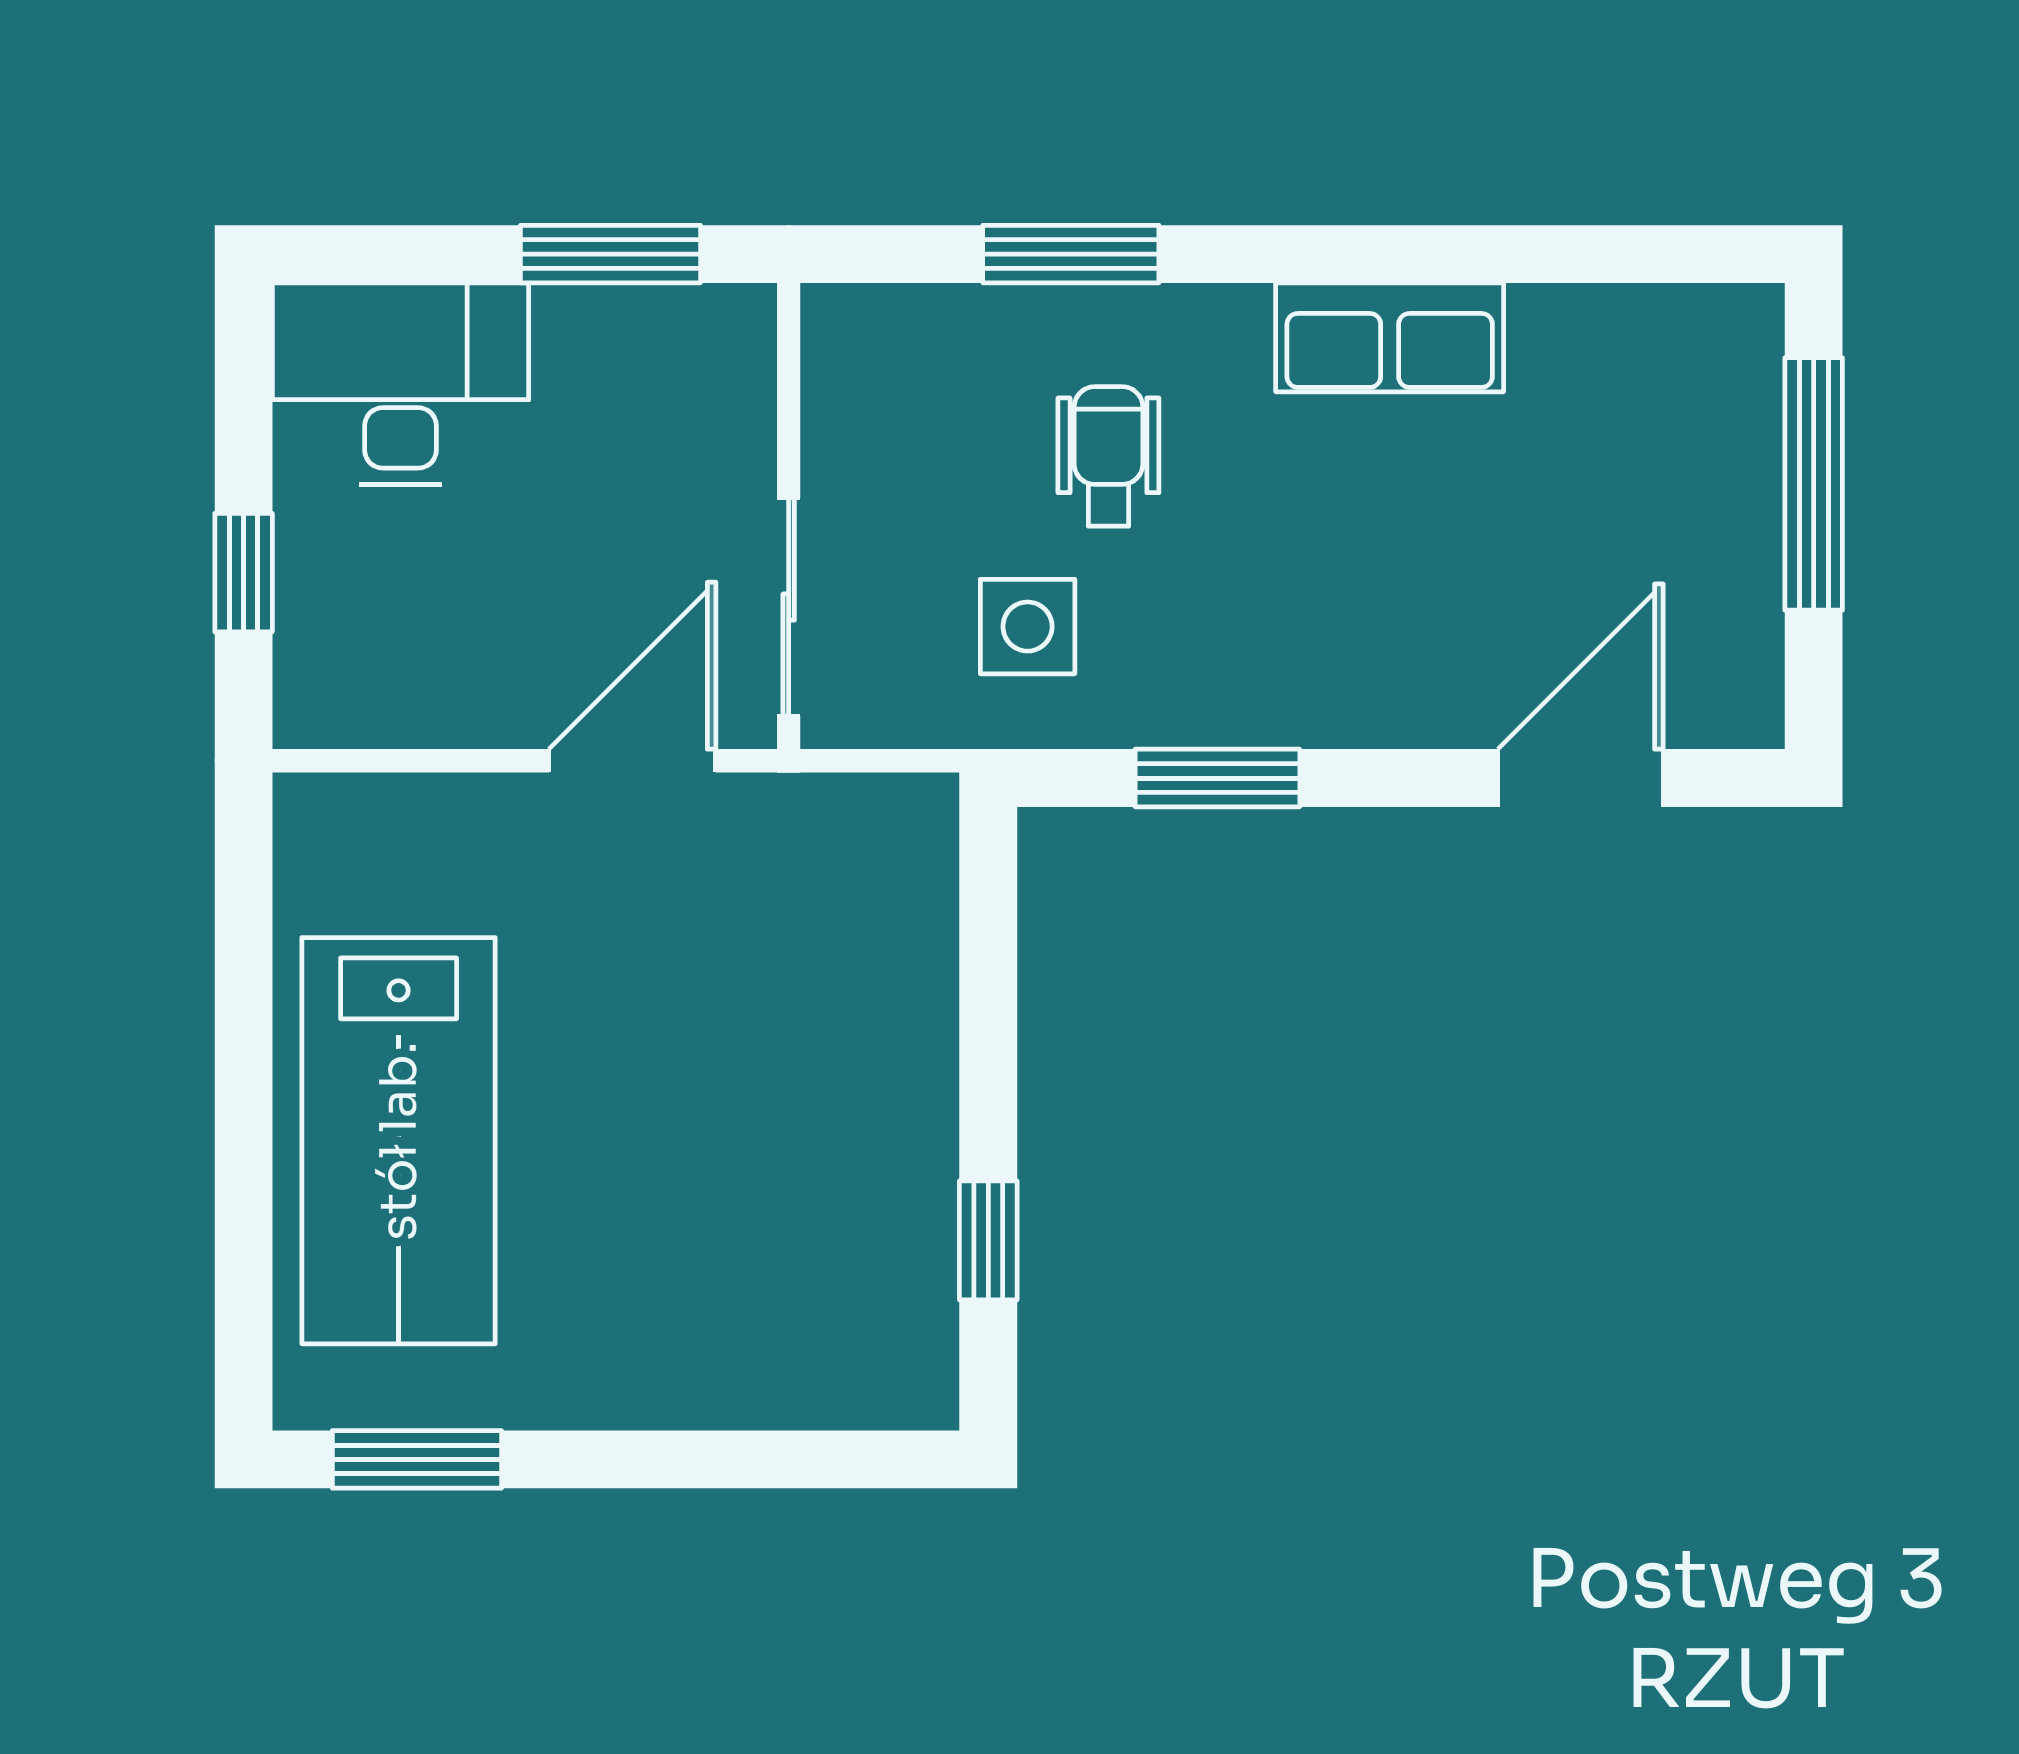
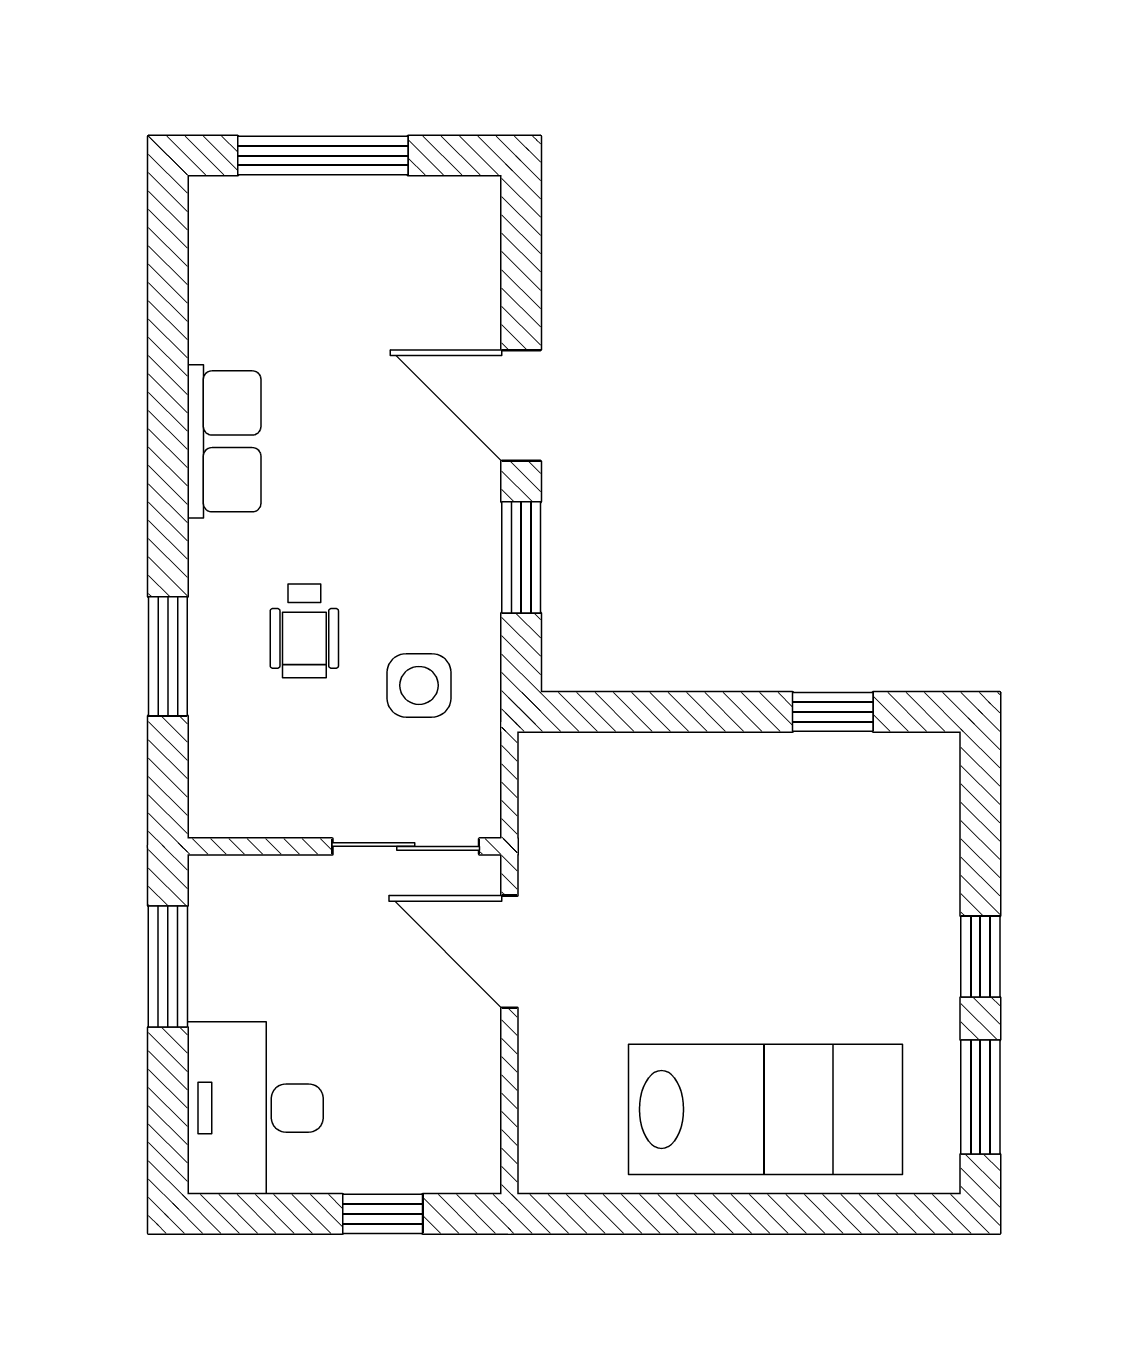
wheelchair: (1108, 456) -> (304, 631), turned -90
door: (1581, 778) -> (521, 406), moved
window: (625, 1459) -> (980, 957), added

